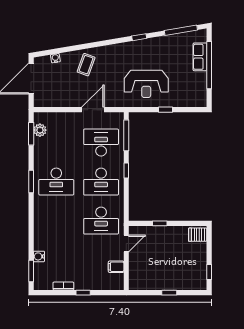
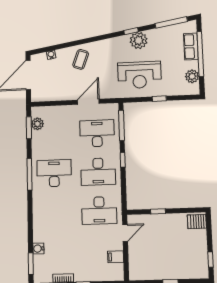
plant: (147, 48) -> (139, 40), added
plant: (200, 88) -> (192, 76), added
window: (31, 182) -> (30, 174), width x1.44
desk: (56, 182) -> (54, 173), turned 180

